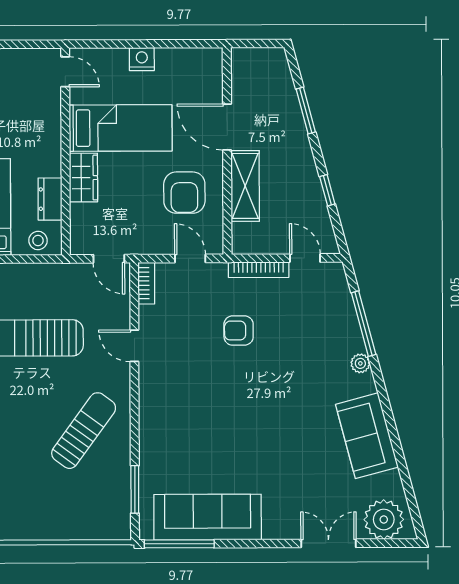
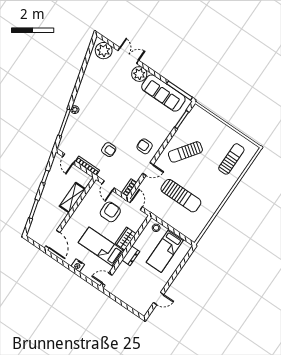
door: (65, 72) -> (107, 279), hinge flipped
door: (227, 127) -> (53, 239), moved
armchair: (184, 193) -> (110, 212), moved
dresser: (50, 199) -> (131, 256), moved
door: (134, 346) -> (148, 169), hinge flipped
armchair: (172, 386) -> (145, 146), added
sofa: (367, 436) -> (90, 83), removed
plant: (281, 522) -> (139, 74), added
double door: (328, 543) -> (128, 55), swing flipped

